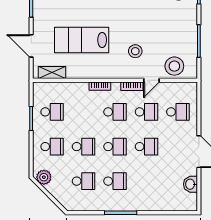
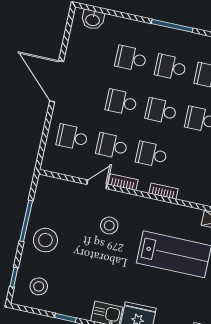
stool: (174, 66) -> (45, 240), moved
school desk: (146, 181) -> (131, 59), added
washbasin: (190, 184) -> (93, 20), moved, turned 90

